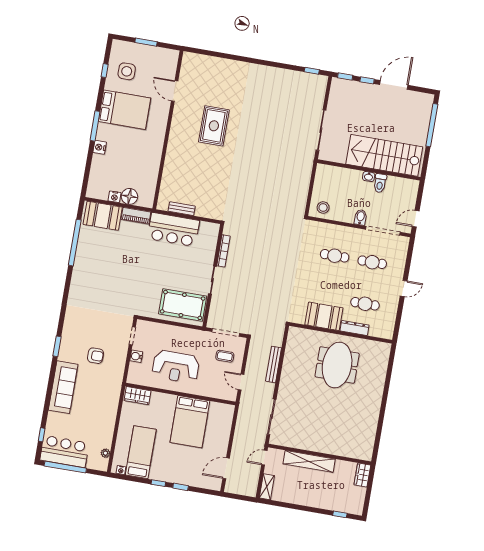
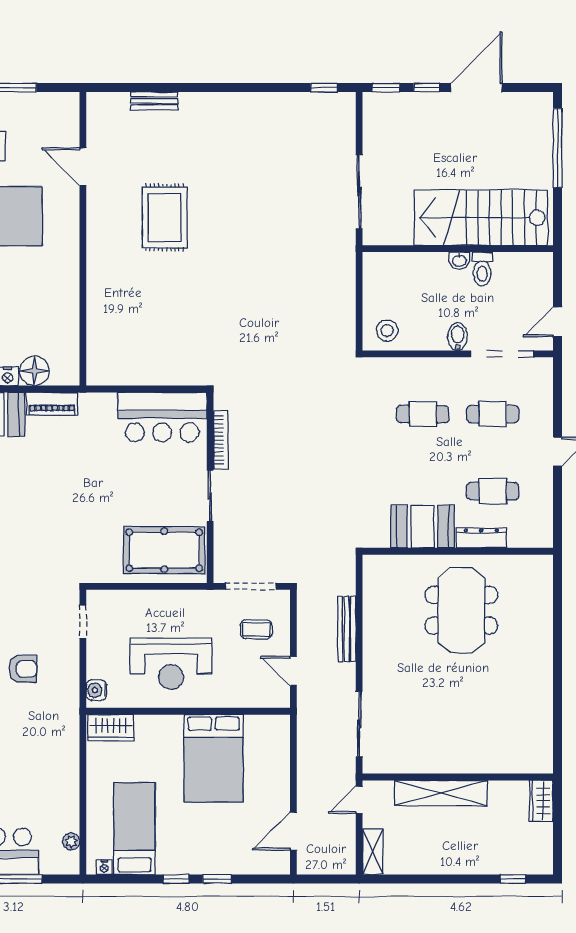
bench: (182, 209) -> (154, 101), moved
bar counter: (173, 230) -> (162, 417), moved
water cooler: (136, 356) -> (96, 690), moved

